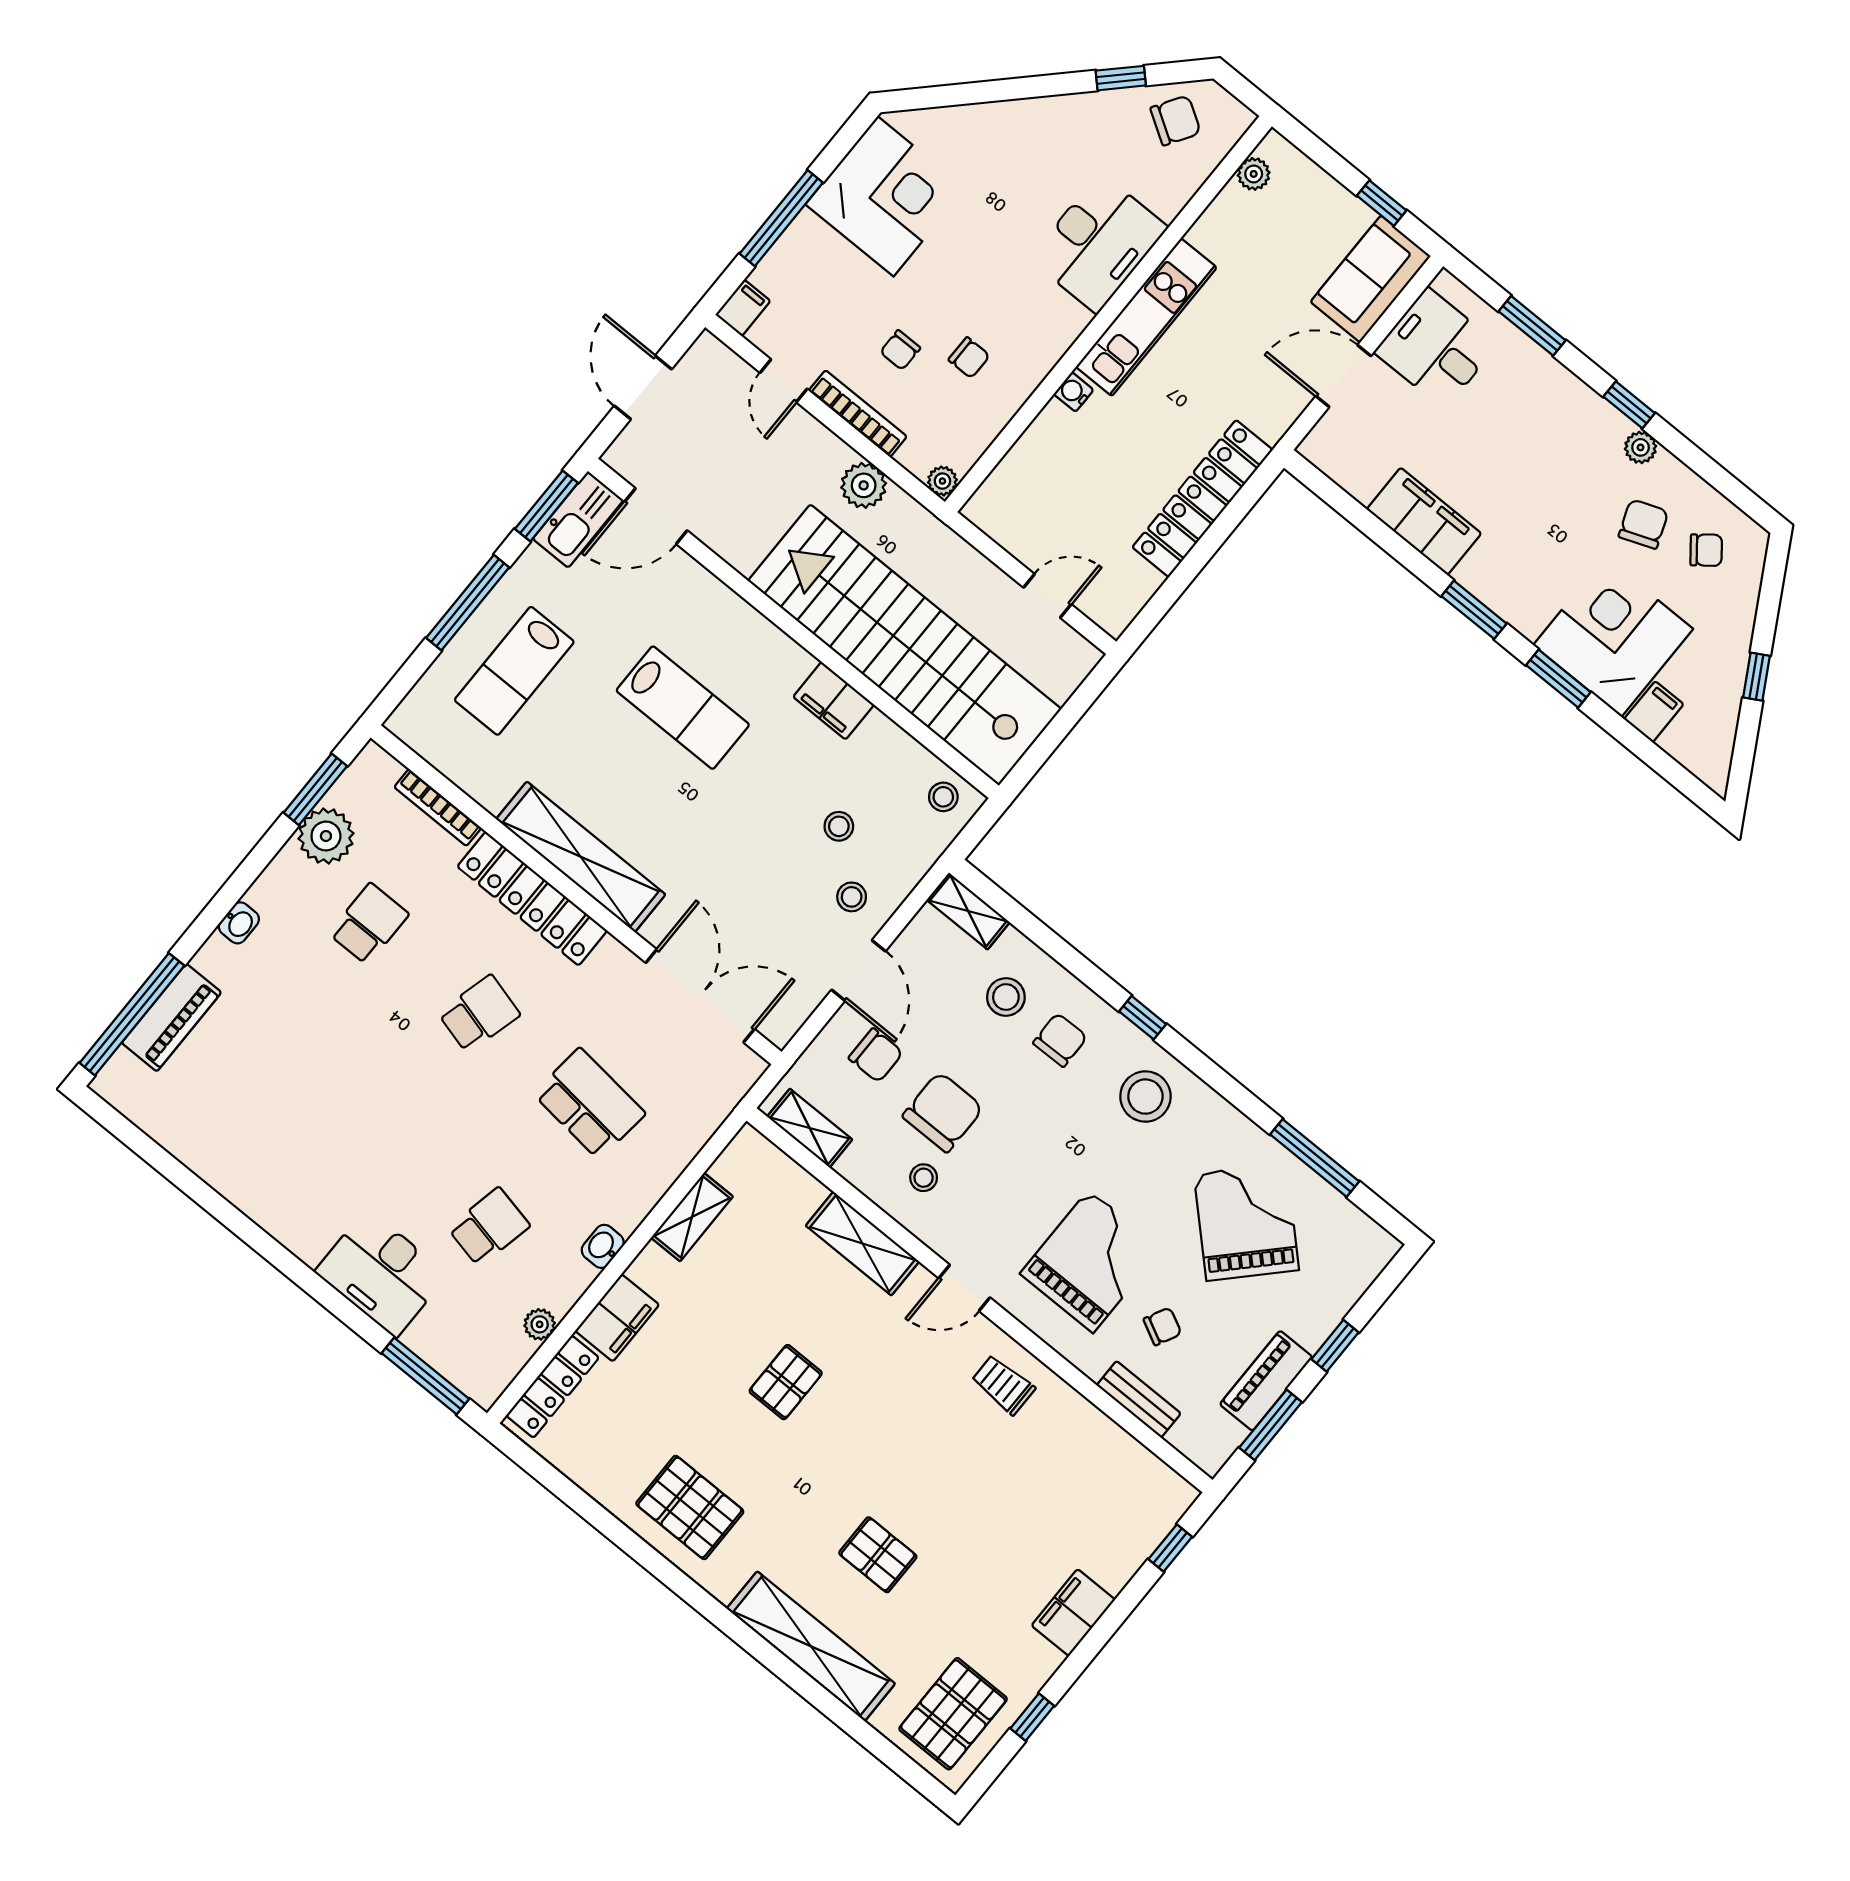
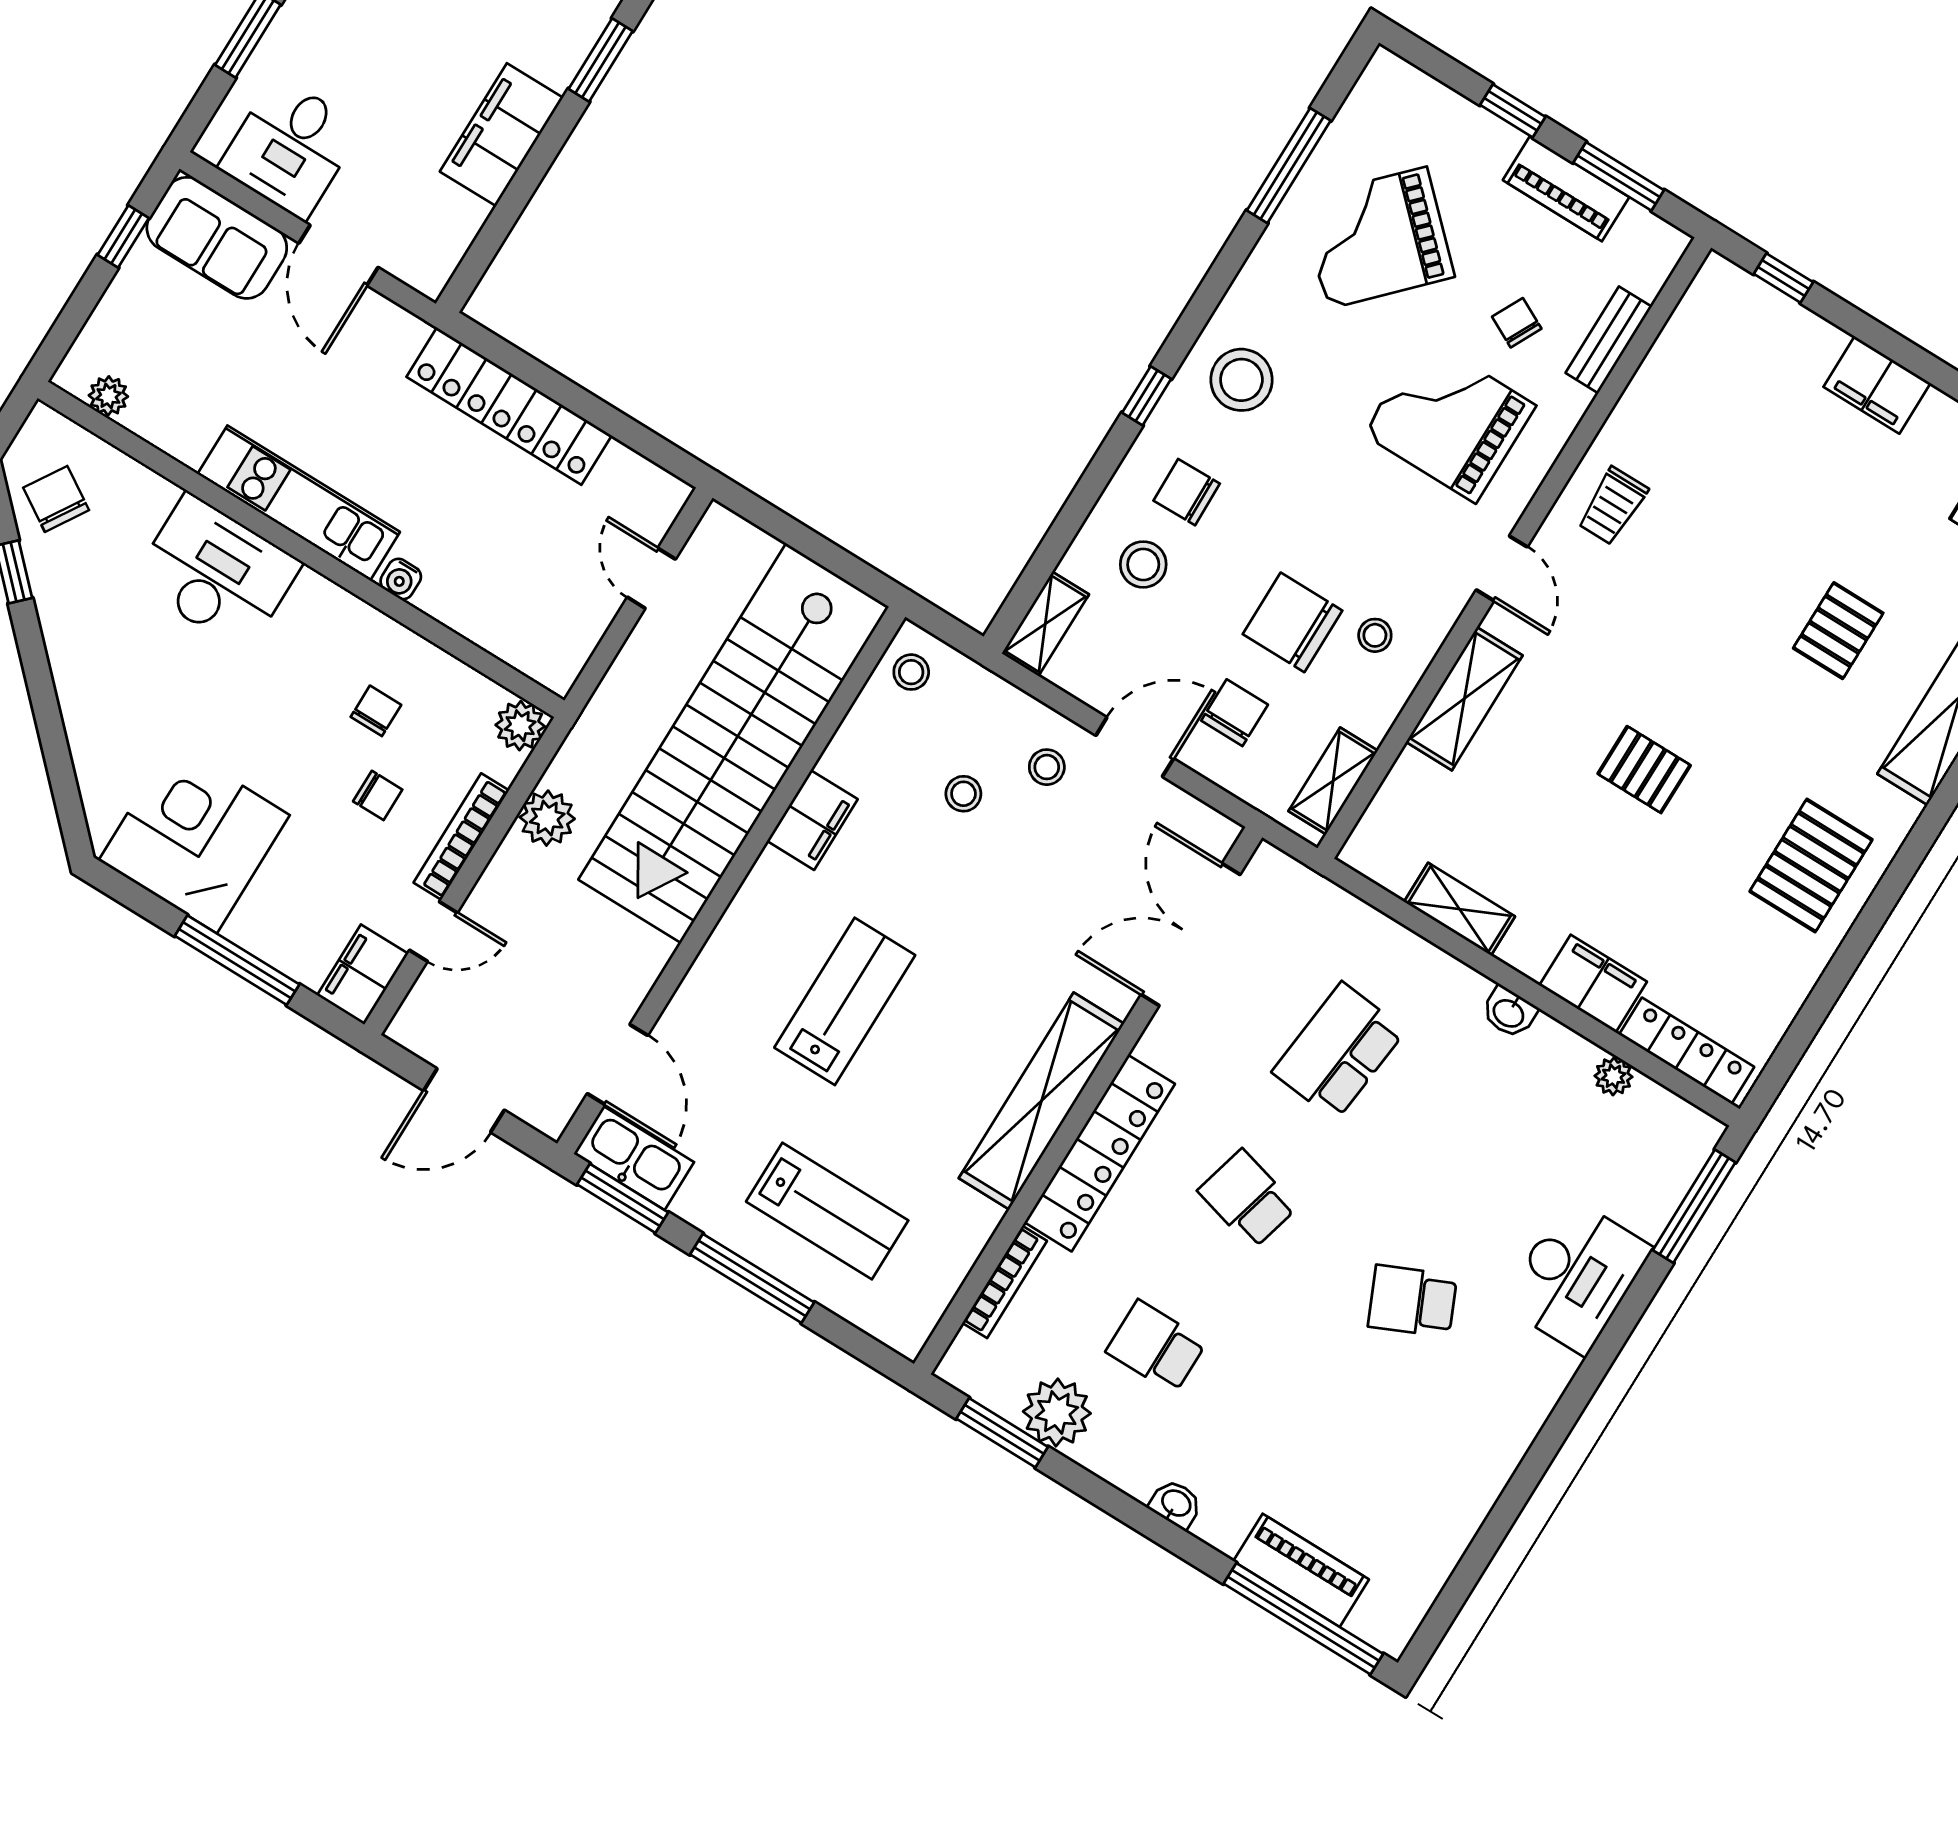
filing cabinet: (743, 308) -> (363, 975), width x2.00
plant: (942, 481) -> (520, 726), width x1.38, depth x1.38
school desk: (489, 1227) -> (1413, 1301), moved, turned -36

